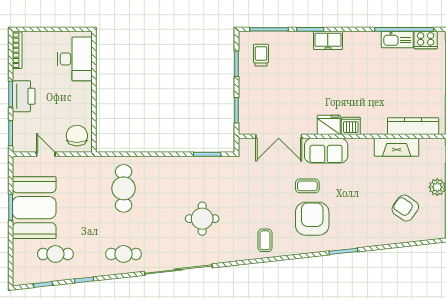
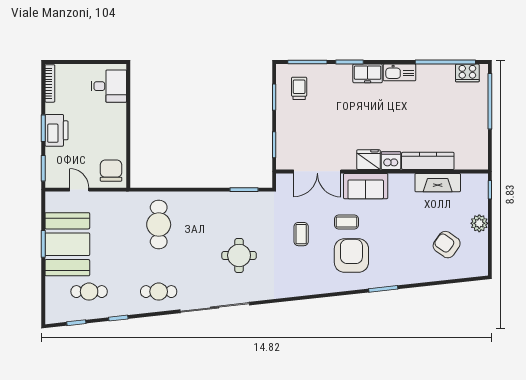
kitchen sink: (397, 40) -> (400, 72), moved
desk: (75, 59) -> (109, 86), width x0.73
kitchen counter: (413, 126) -> (428, 161), moved
coffee table: (265, 240) -> (301, 234), moved

